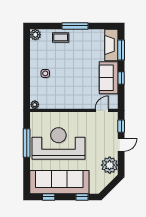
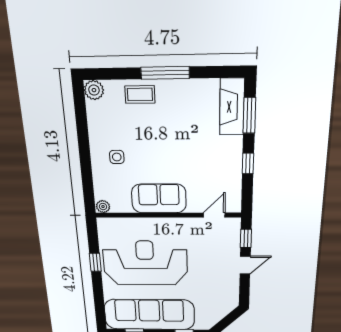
sofa: (109, 78) -> (159, 198), moved, turned 90
window: (27, 143) -> (95, 262), width x0.46
plant: (110, 165) -> (226, 293), removed

